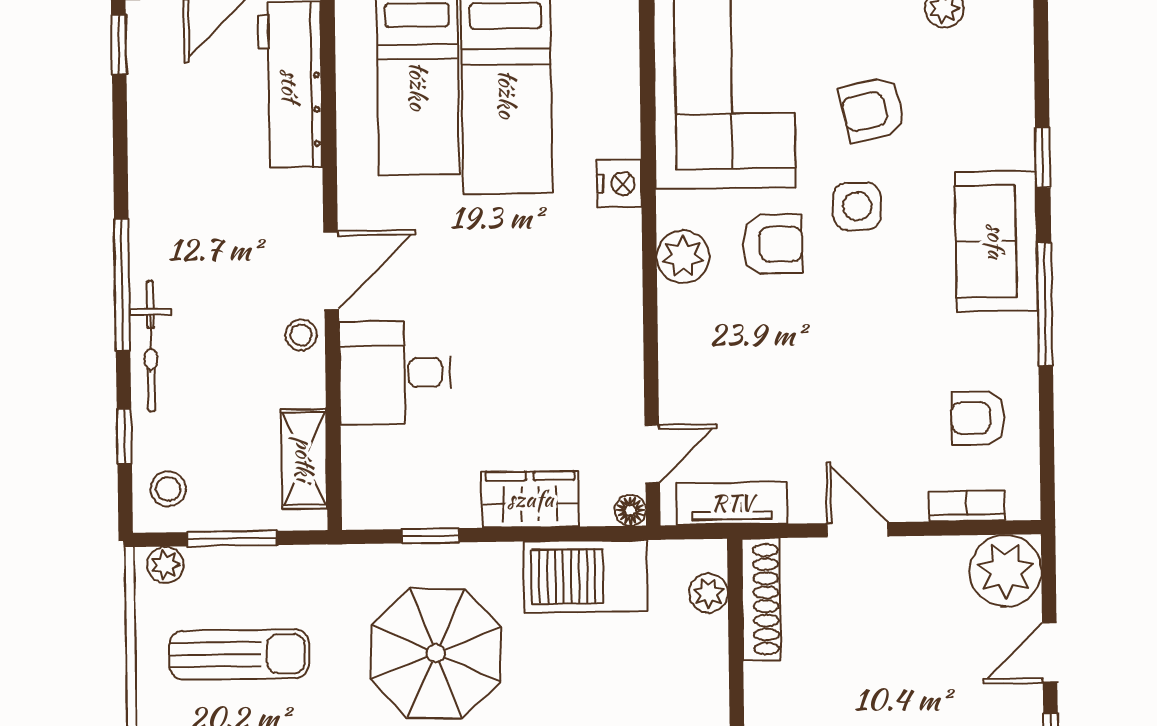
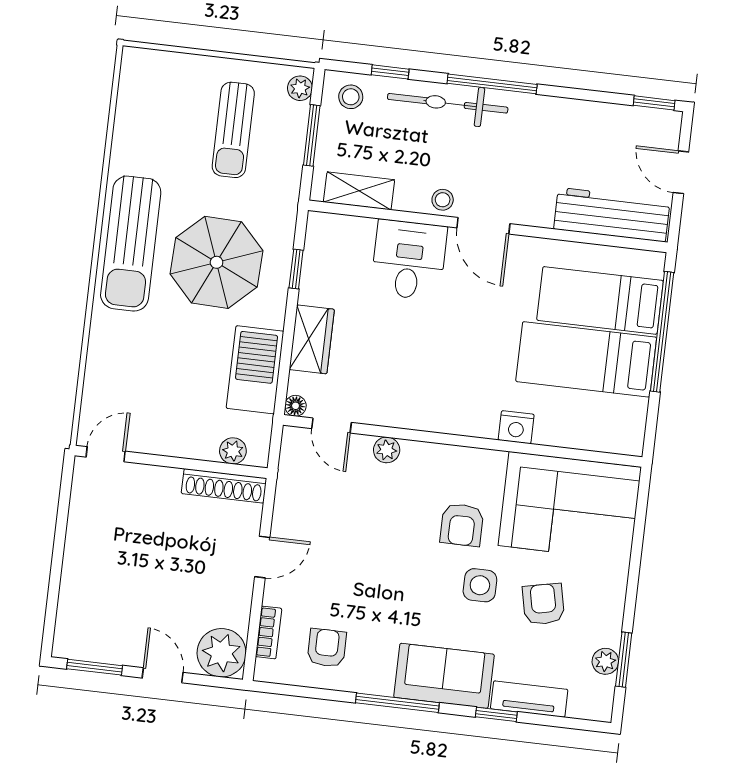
plant: (683, 257) -> (387, 450), moved, width x0.73, depth x0.73
bicycle: (151, 346) -> (448, 103), width x1.37, depth x1.40
tv unit: (732, 503) -> (529, 699), moved, turned -90

